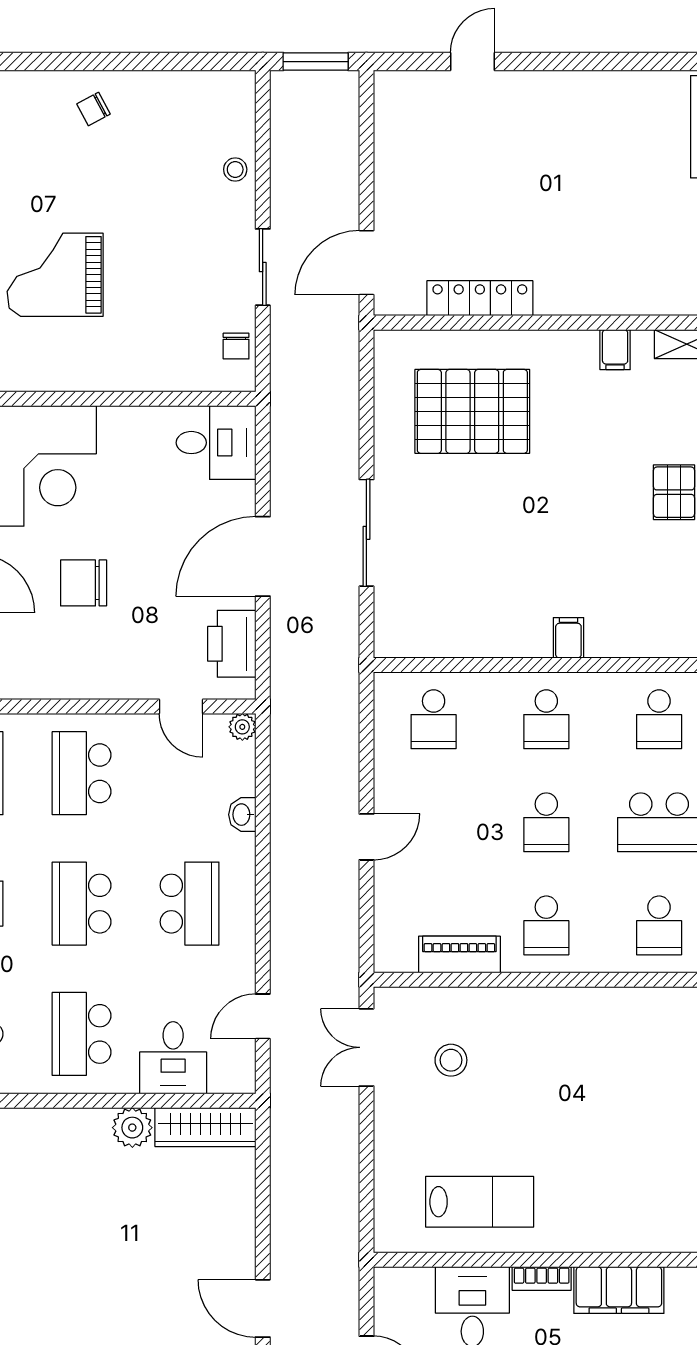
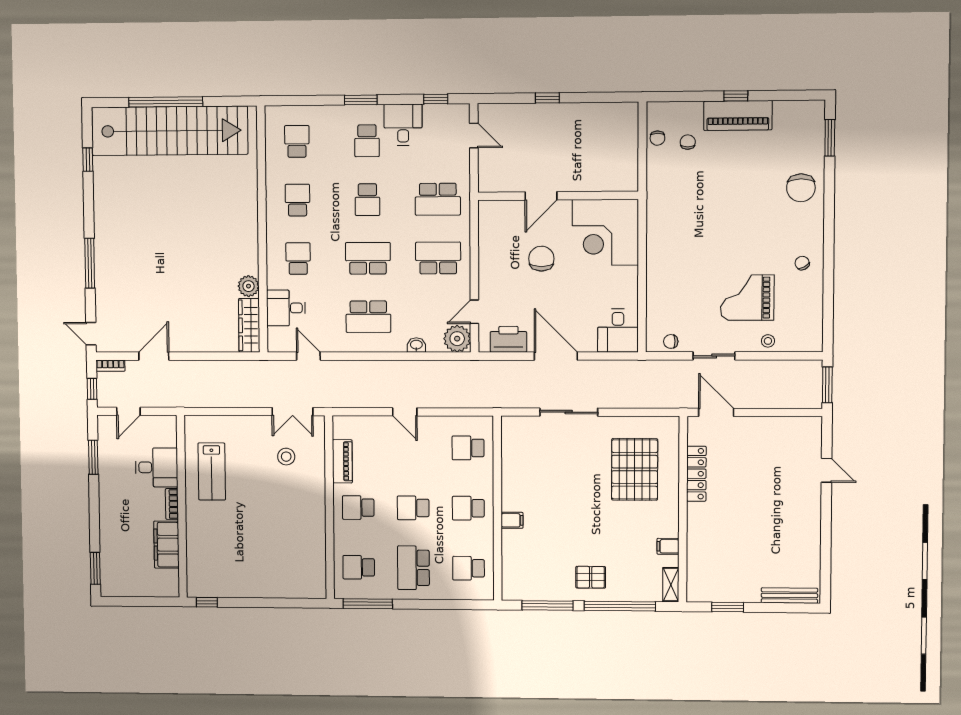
grand piano: (55, 275) -> (747, 298), moved, turned -90
plant: (242, 727) -> (457, 339), width x1.88, depth x1.88
school desk: (82, 1034) -> (298, 259), width x0.54
double door: (366, 1047) -> (292, 412), swing flipped

